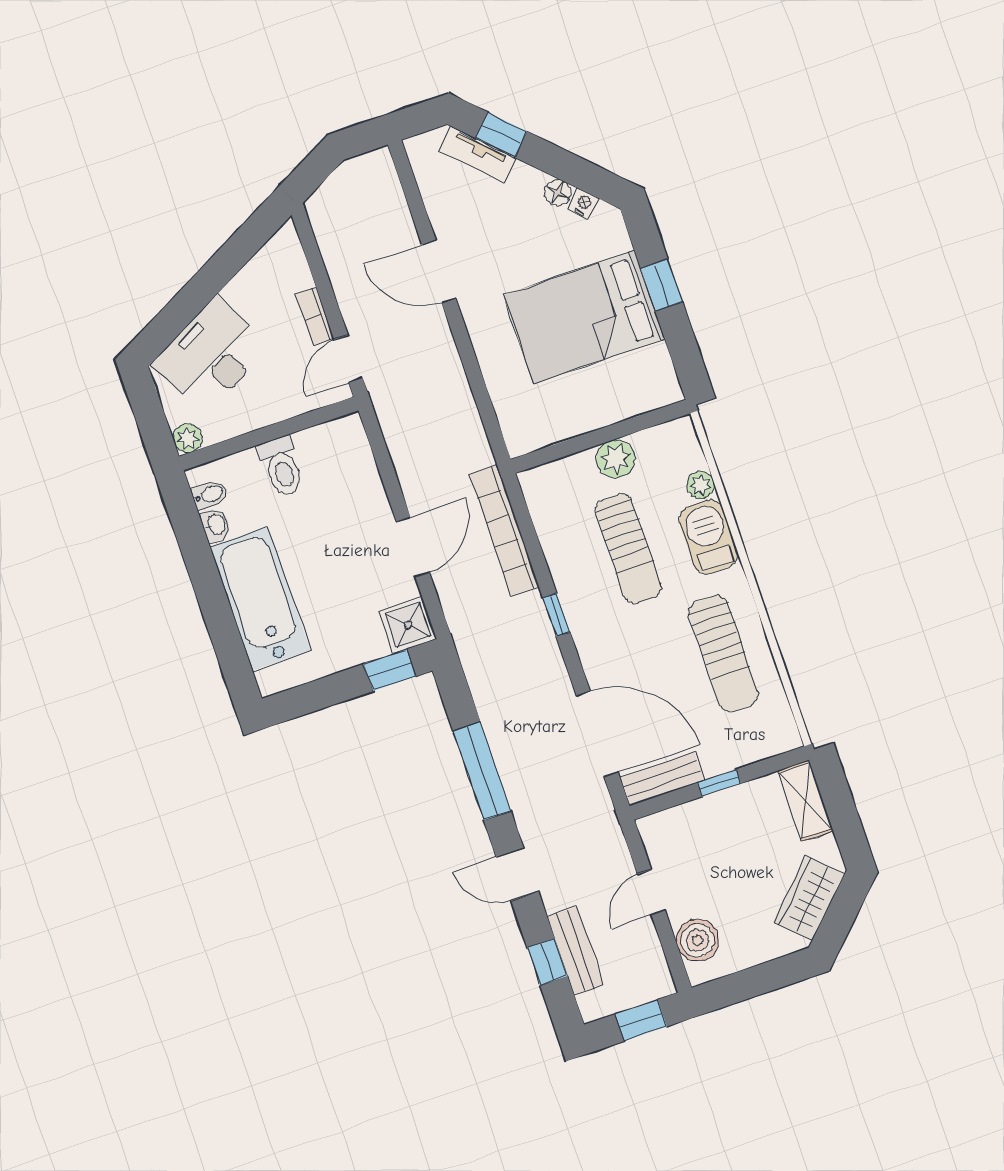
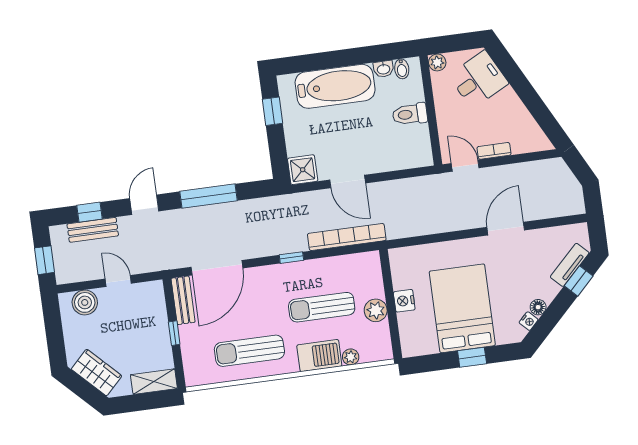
desk: (211, 355) -> (478, 79), width x0.73
nightstand: (591, 415) -> (404, 301), added
window: (390, 670) -> (273, 111), moved

